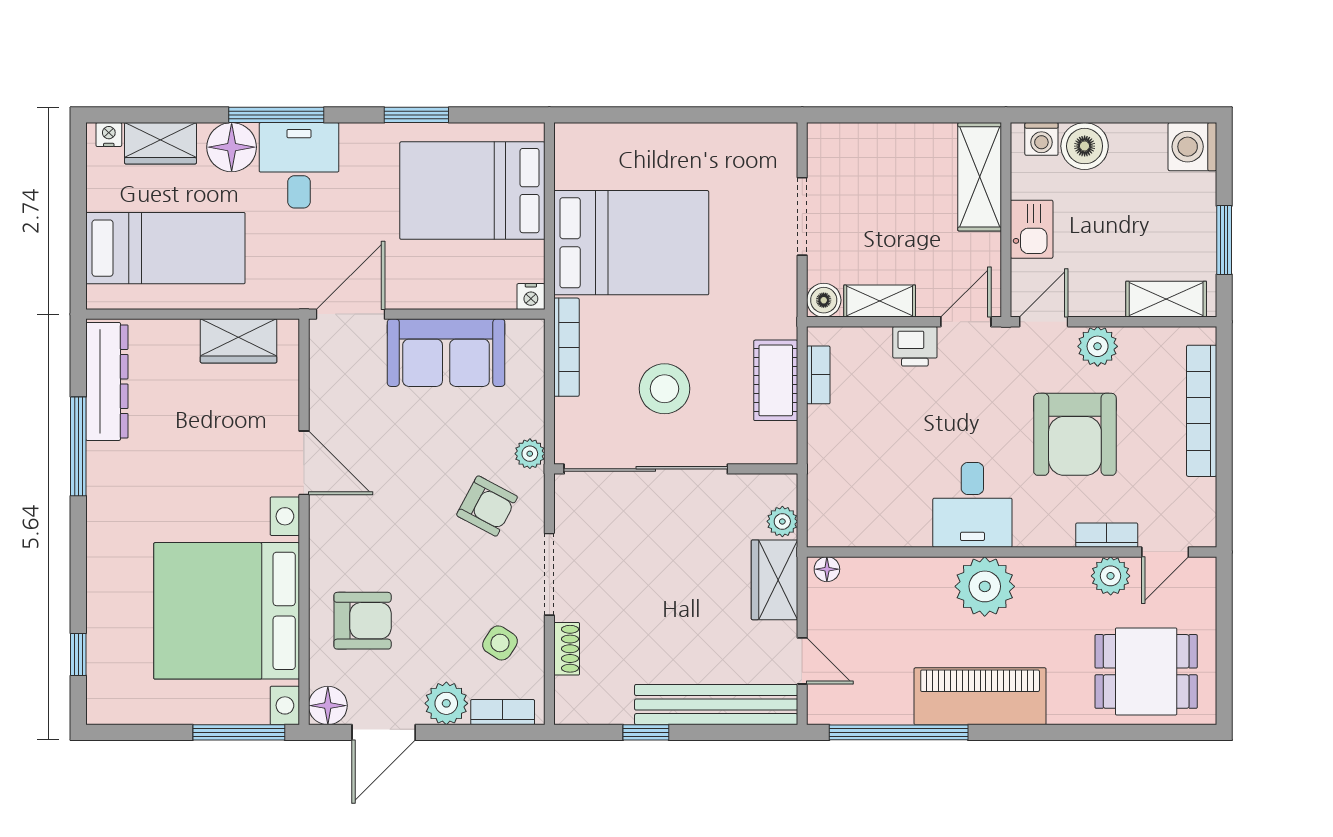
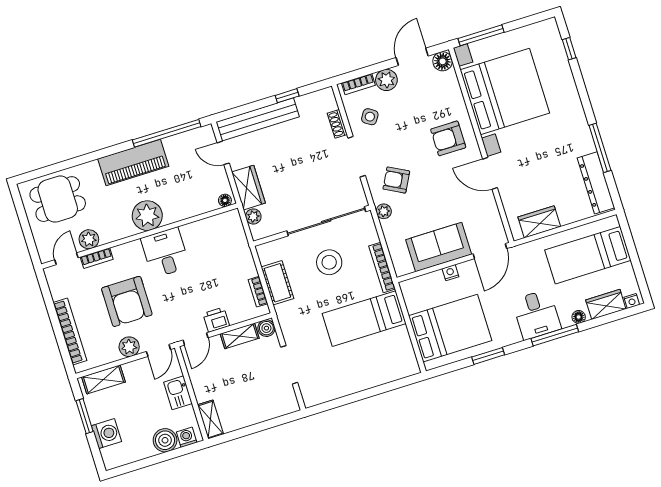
floor lamp: (232, 147) -> (579, 317), width x0.53, depth x0.53
washing machine: (1192, 147) -> (107, 434), moved
shelving: (980, 177) -> (211, 419), width x0.67, depth x0.75
bed: (631, 243) -> (364, 319), width x0.67
nightstand: (531, 297) -> (450, 273), moved
armchair: (1075, 434) -> (127, 301), turned 180
armchair: (363, 621) -> (448, 138), moved

